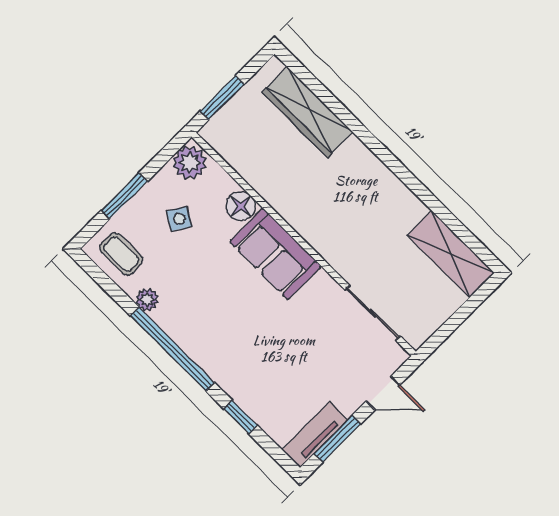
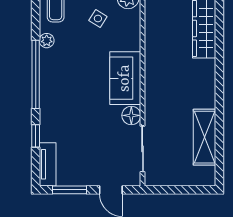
floor lamp: (241, 206) -> (131, 115), moved
shelving: (450, 254) -> (204, 137), moved
tv unit: (315, 435) -> (48, 164), moved, turned 90

